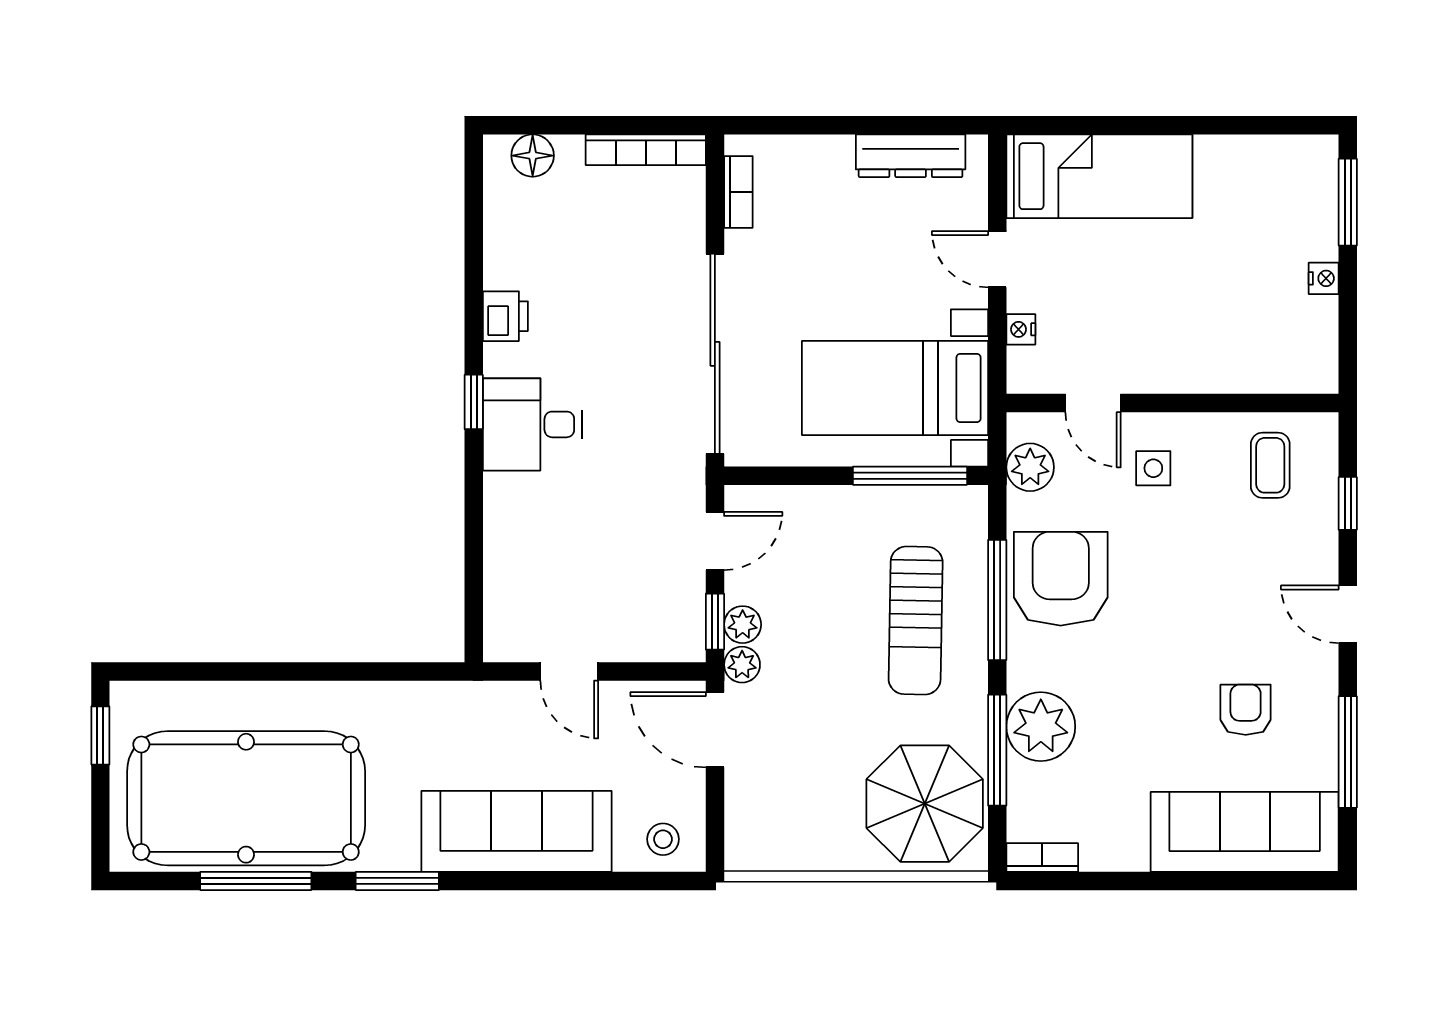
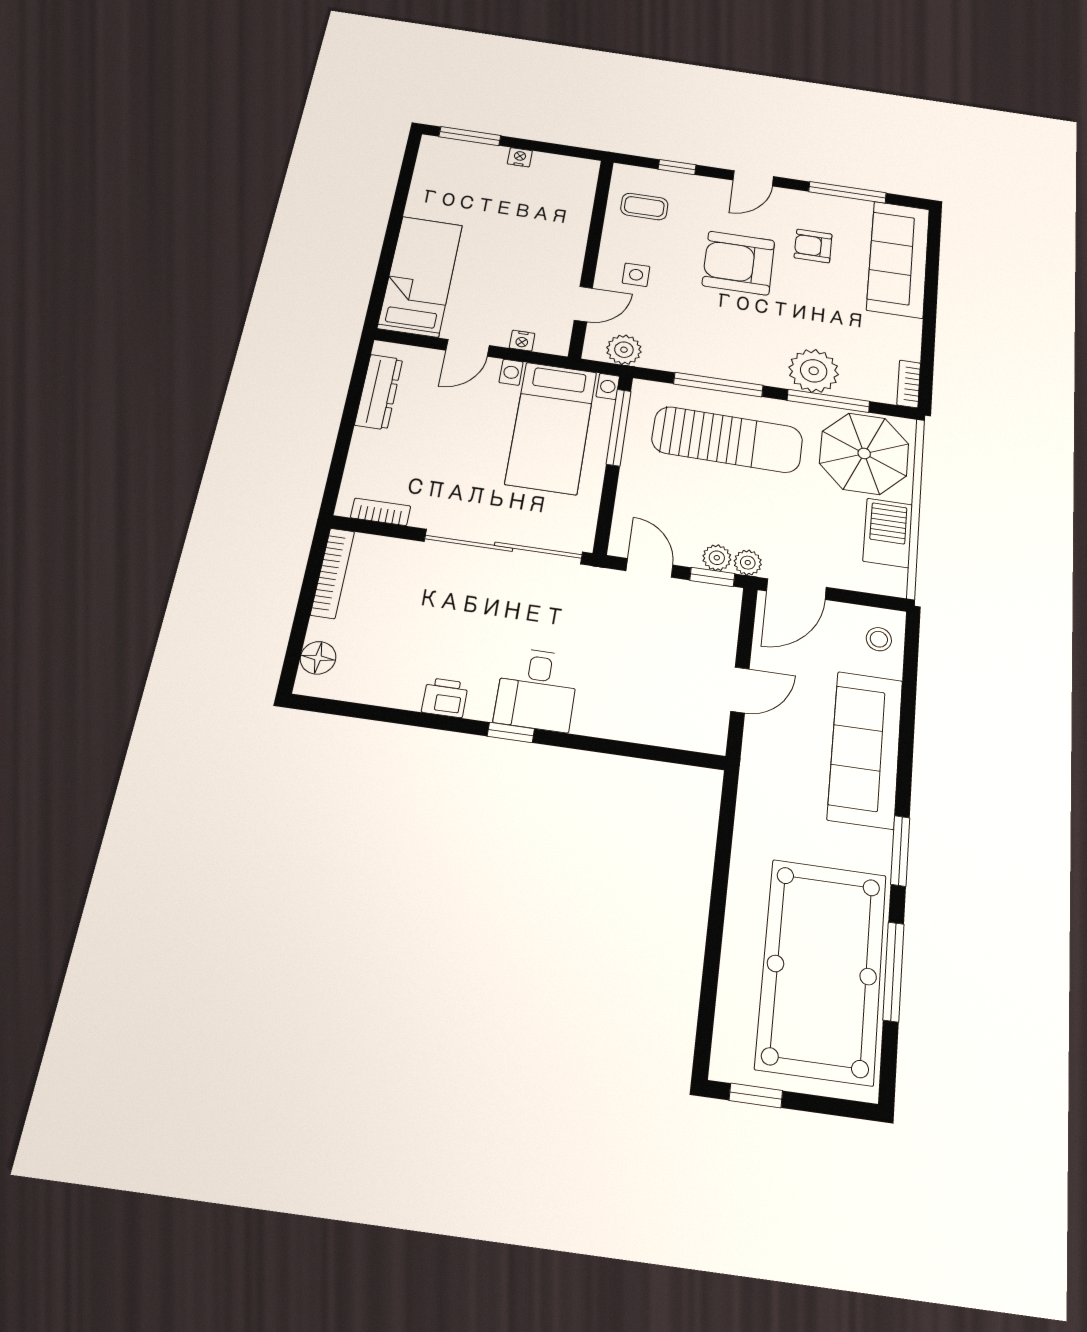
armchair: (1061, 579) -> (738, 263), moved
sun lounger: (916, 621) -> (727, 440), width x1.36, depth x1.34
barbecue: (813, 842) -> (888, 533), added

